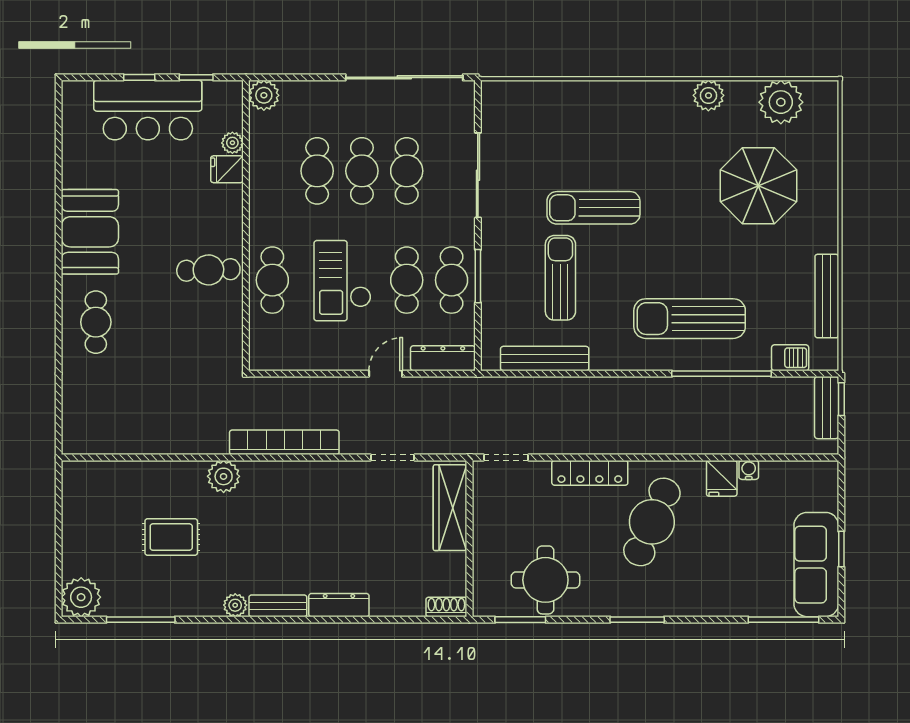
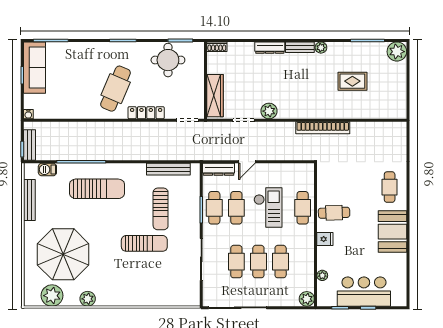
fridge: (227, 169) -> (325, 239), moved
parasol: (758, 186) -> (63, 254), width x1.36, depth x1.36
bookcase: (284, 442) -> (323, 128), moved
water cooler: (749, 470) -> (28, 114), moved
plant: (224, 476) -> (269, 111), moved
fridge: (722, 478) -> (81, 110), removed

